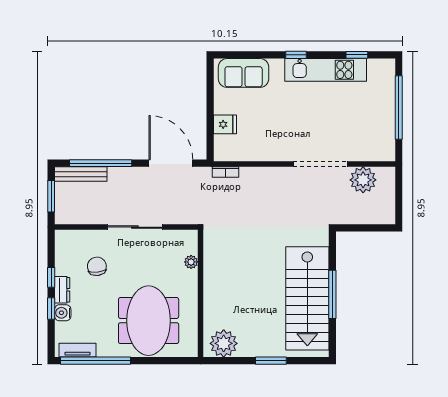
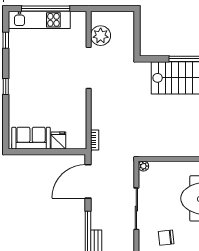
kitchen unit: (326, 70) -> (39, 20), moved, turned 90
sofa: (244, 73) -> (31, 138), moved, turned -90
plant: (191, 262) -> (143, 166), moved

